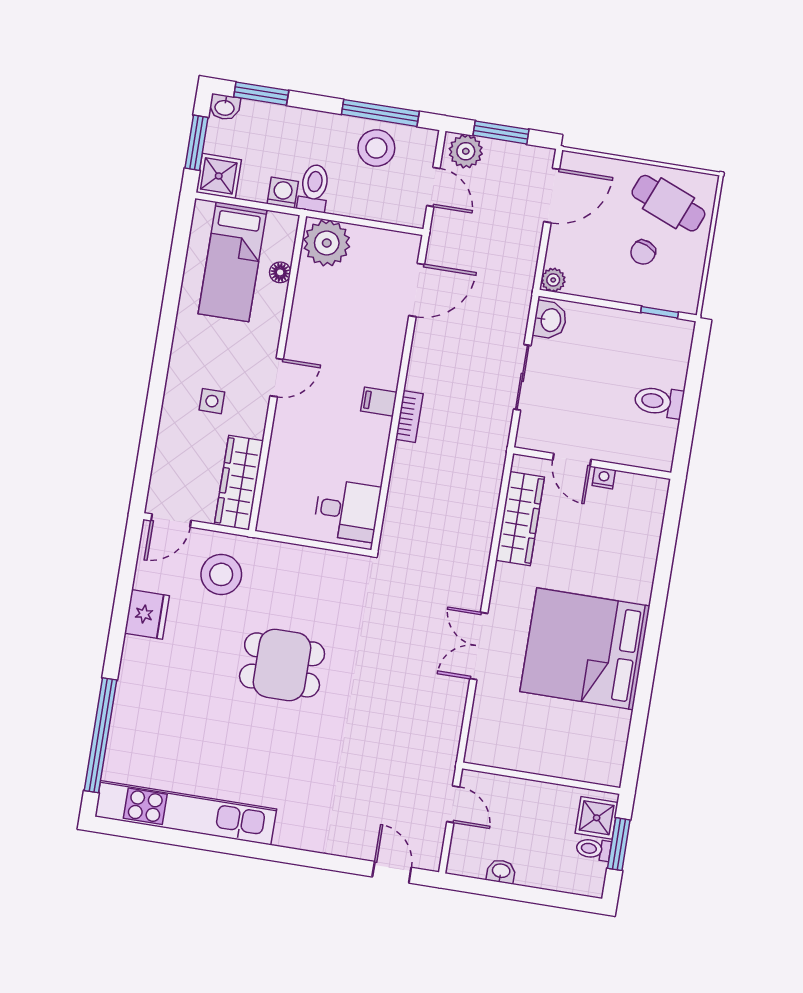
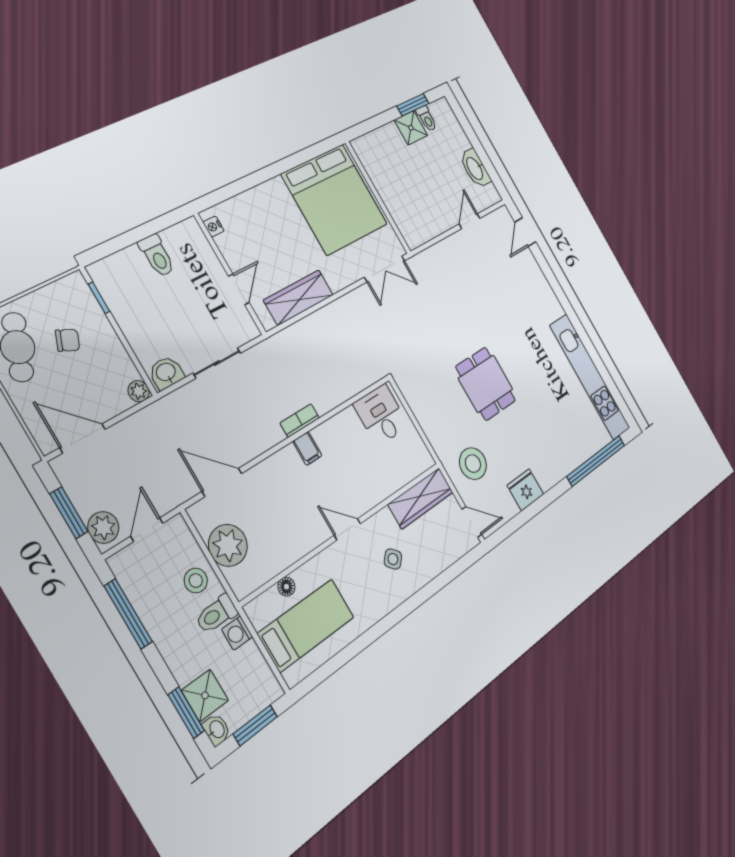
stool: (376, 148) -> (196, 581), moved, width x0.73, depth x0.73
shower: (219, 176) -> (205, 695), moved
plant: (327, 243) -> (228, 545), moved
side table: (212, 401) -> (393, 559), turned 45
nightstand: (604, 478) -> (213, 226), moved
wall: (541, 778) -> (378, 197), moved
washbasin: (501, 871) -> (475, 168), width x1.91, depth x1.45

